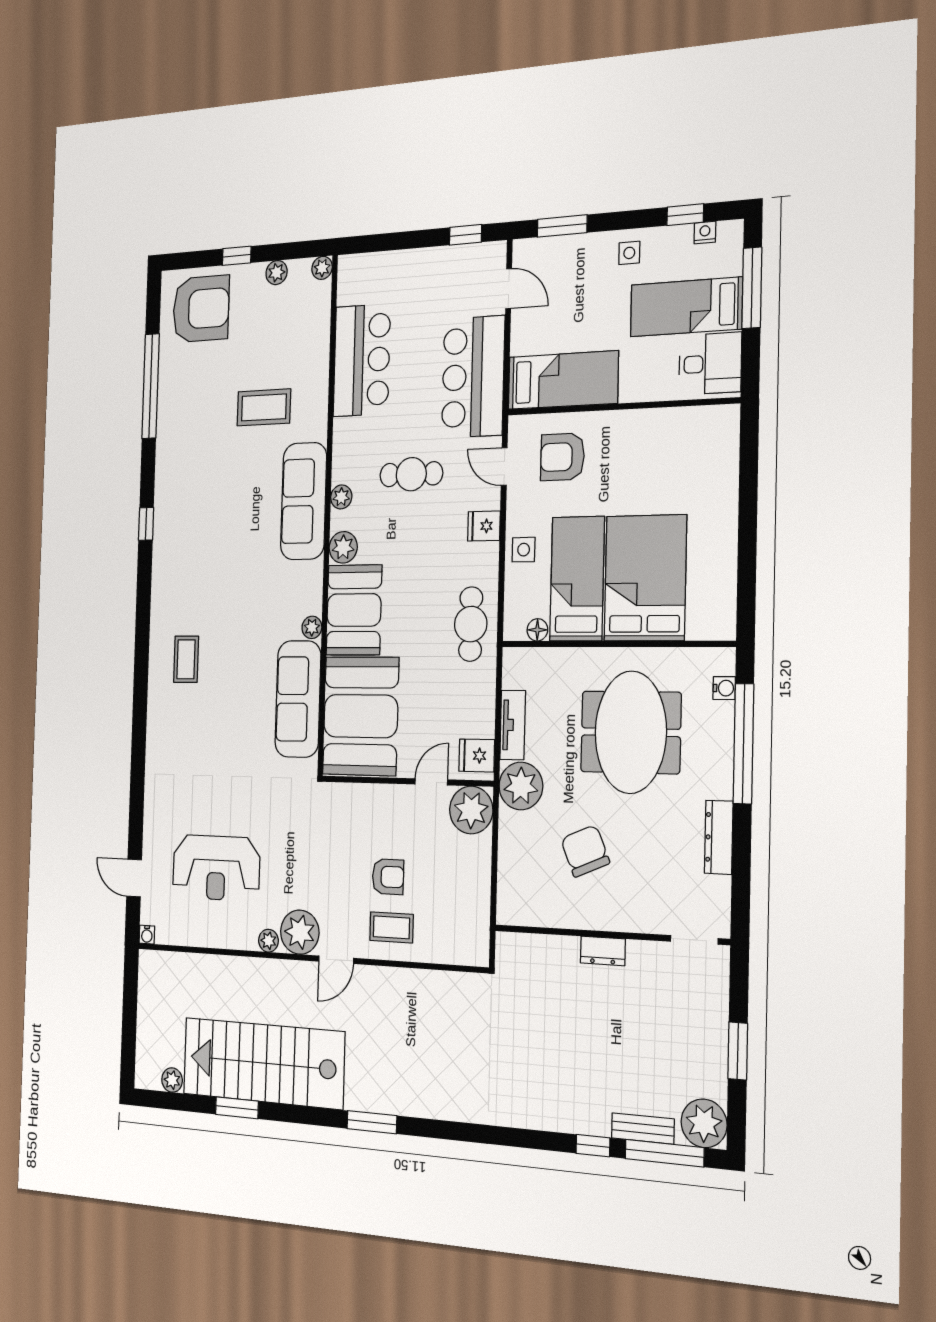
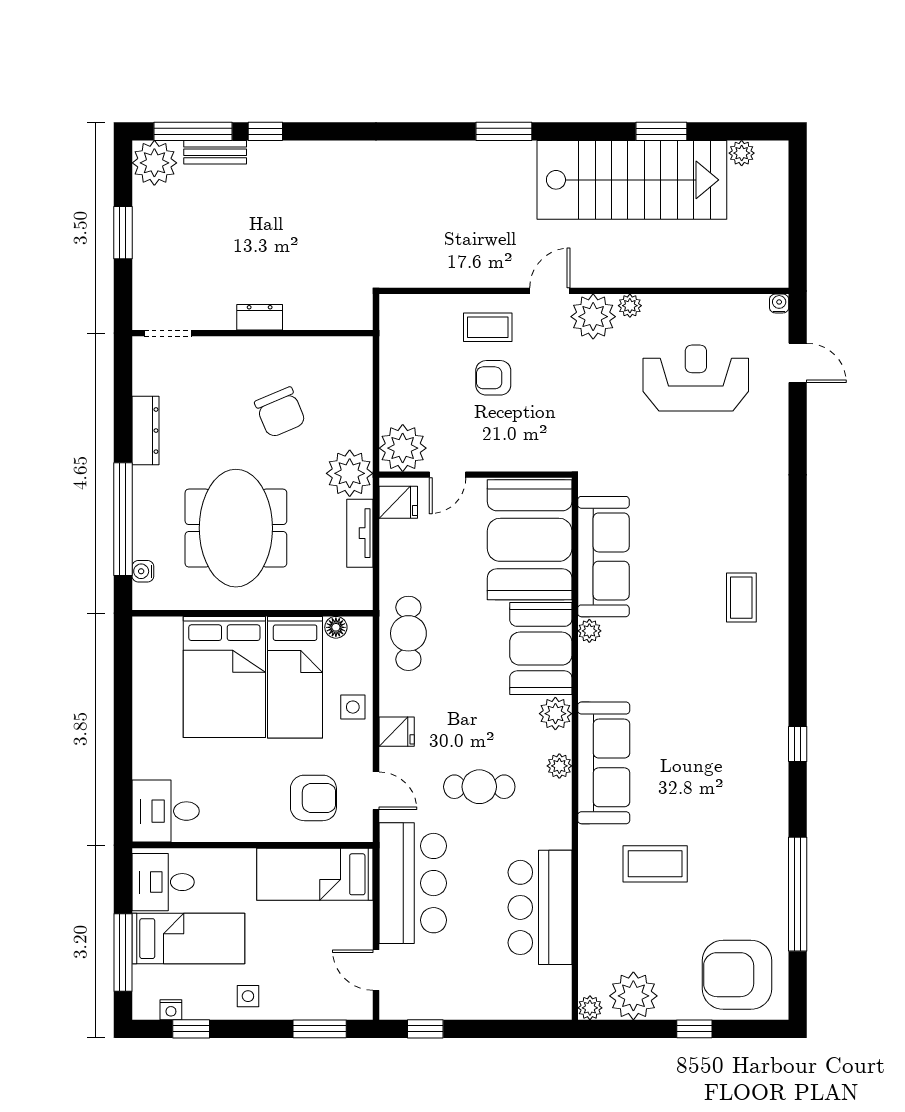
plant: (277, 273) -> (633, 996), width x1.88, depth x1.88
desk: (706, 437) -> (166, 811), added

